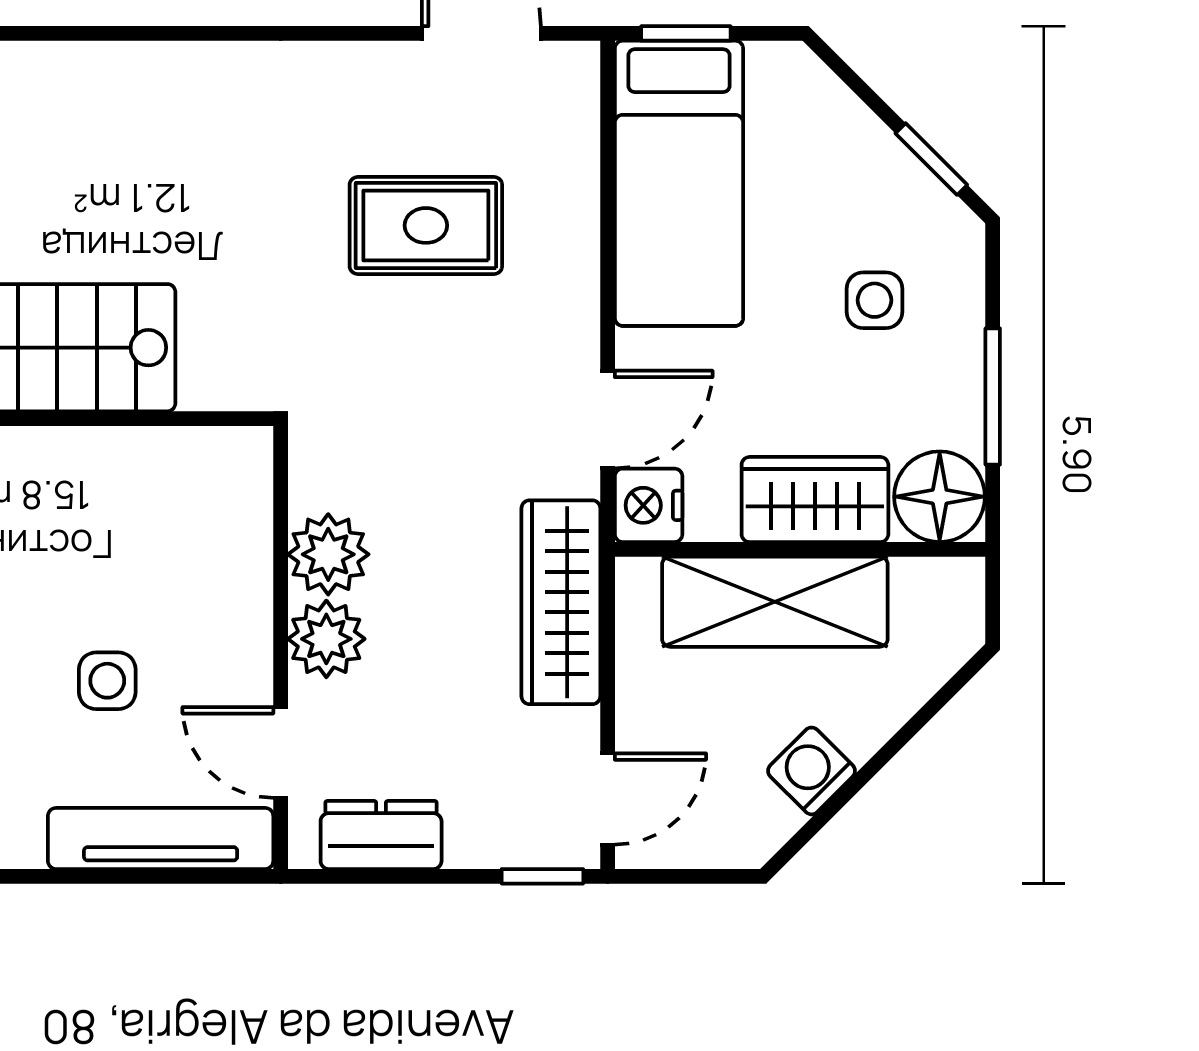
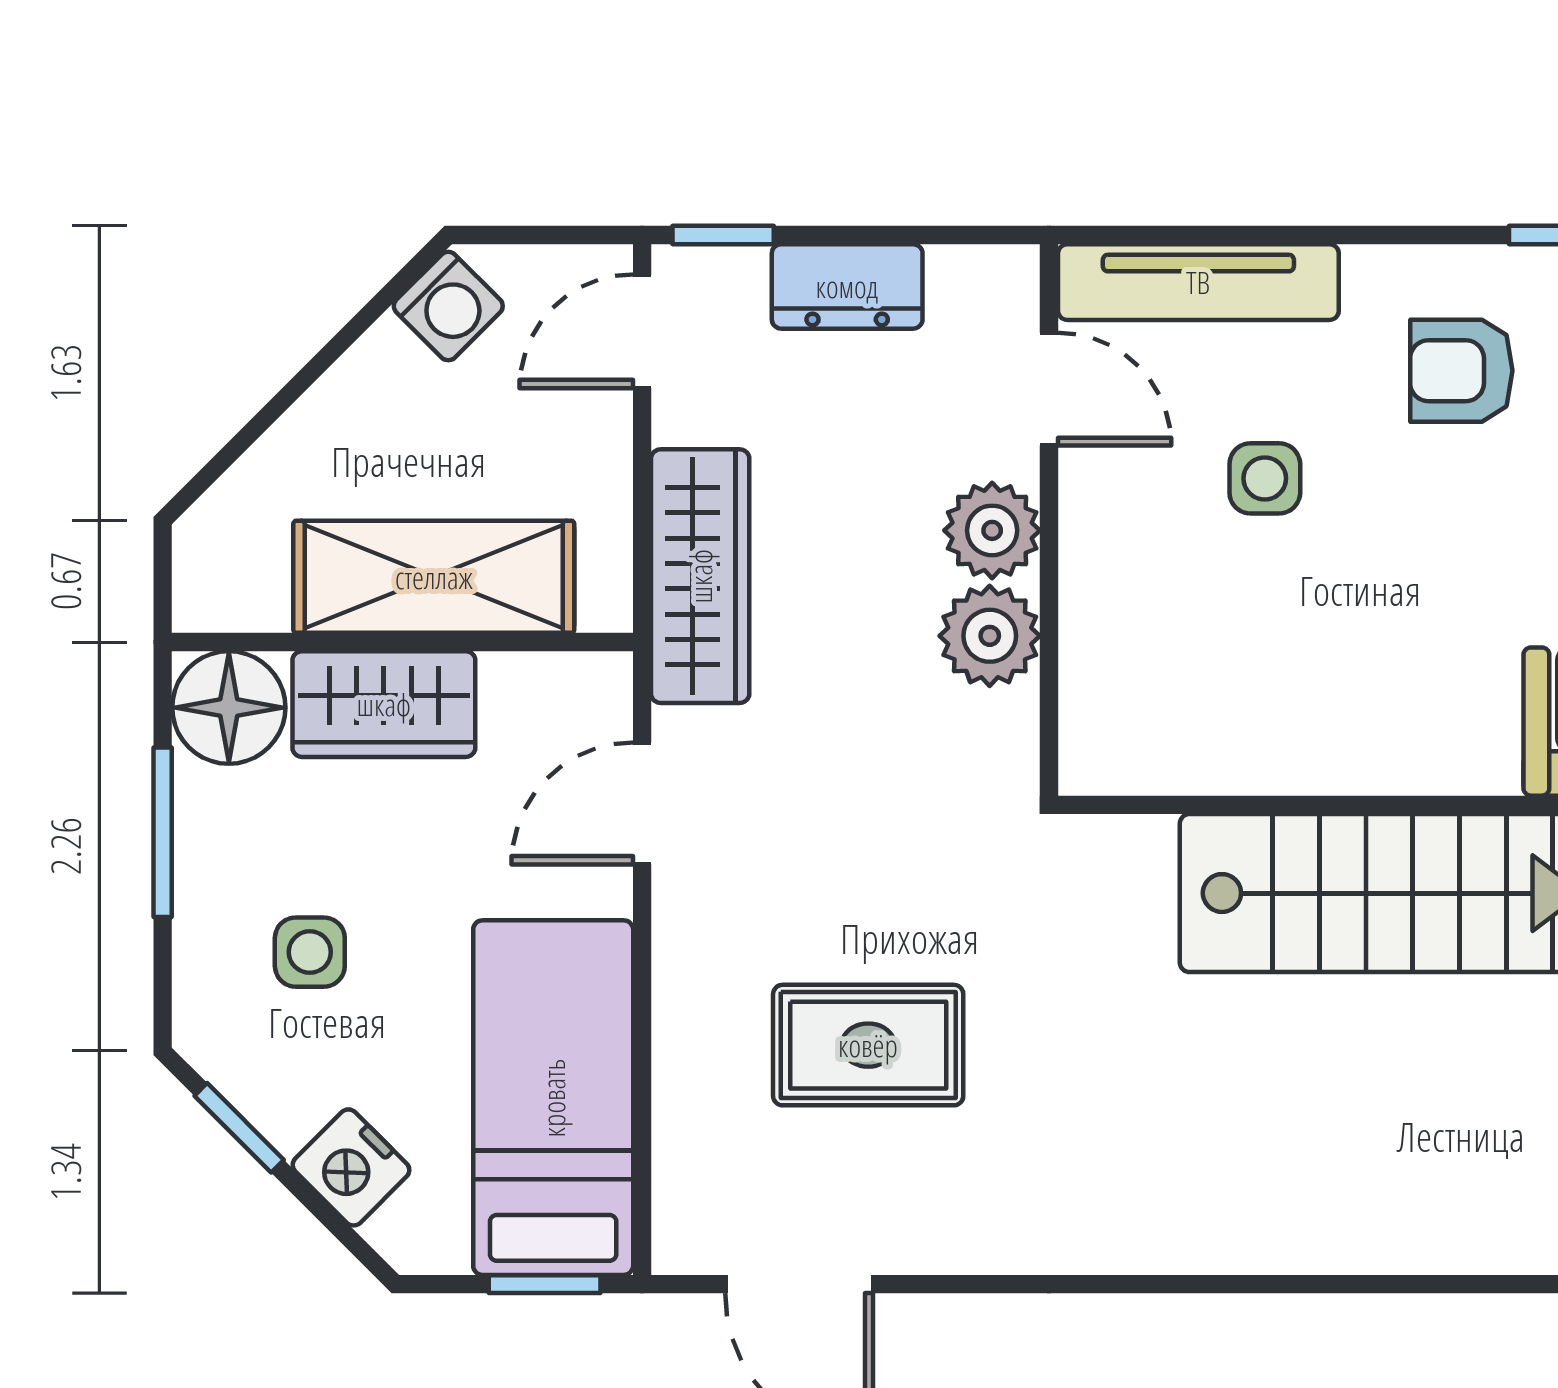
nightstand: (649, 505) -> (351, 1167), moved, turned 135
washing machine: (812, 771) -> (448, 306), moved
dresser: (381, 835) -> (847, 286), moved

